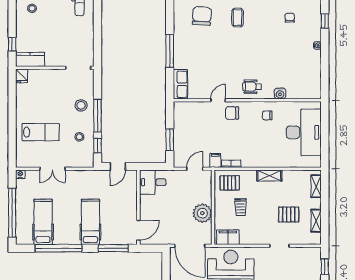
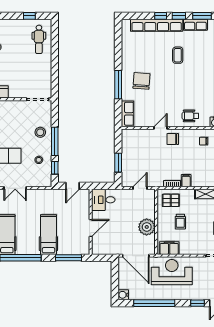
chair: (202, 16) -> (141, 81), moved
filing cabinet: (215, 160) -> (186, 181), moved
door: (138, 230) -> (91, 228), moved

